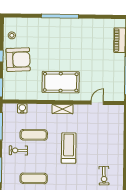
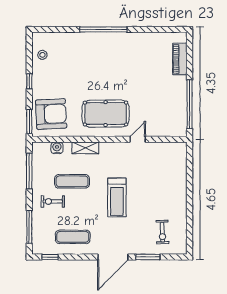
armchair: (18, 60) -> (51, 114), moved
door: (97, 103) -> (138, 139), moved
shelving: (63, 109) -> (85, 148), moved
treadmill: (69, 148) -> (117, 198), turned 180

